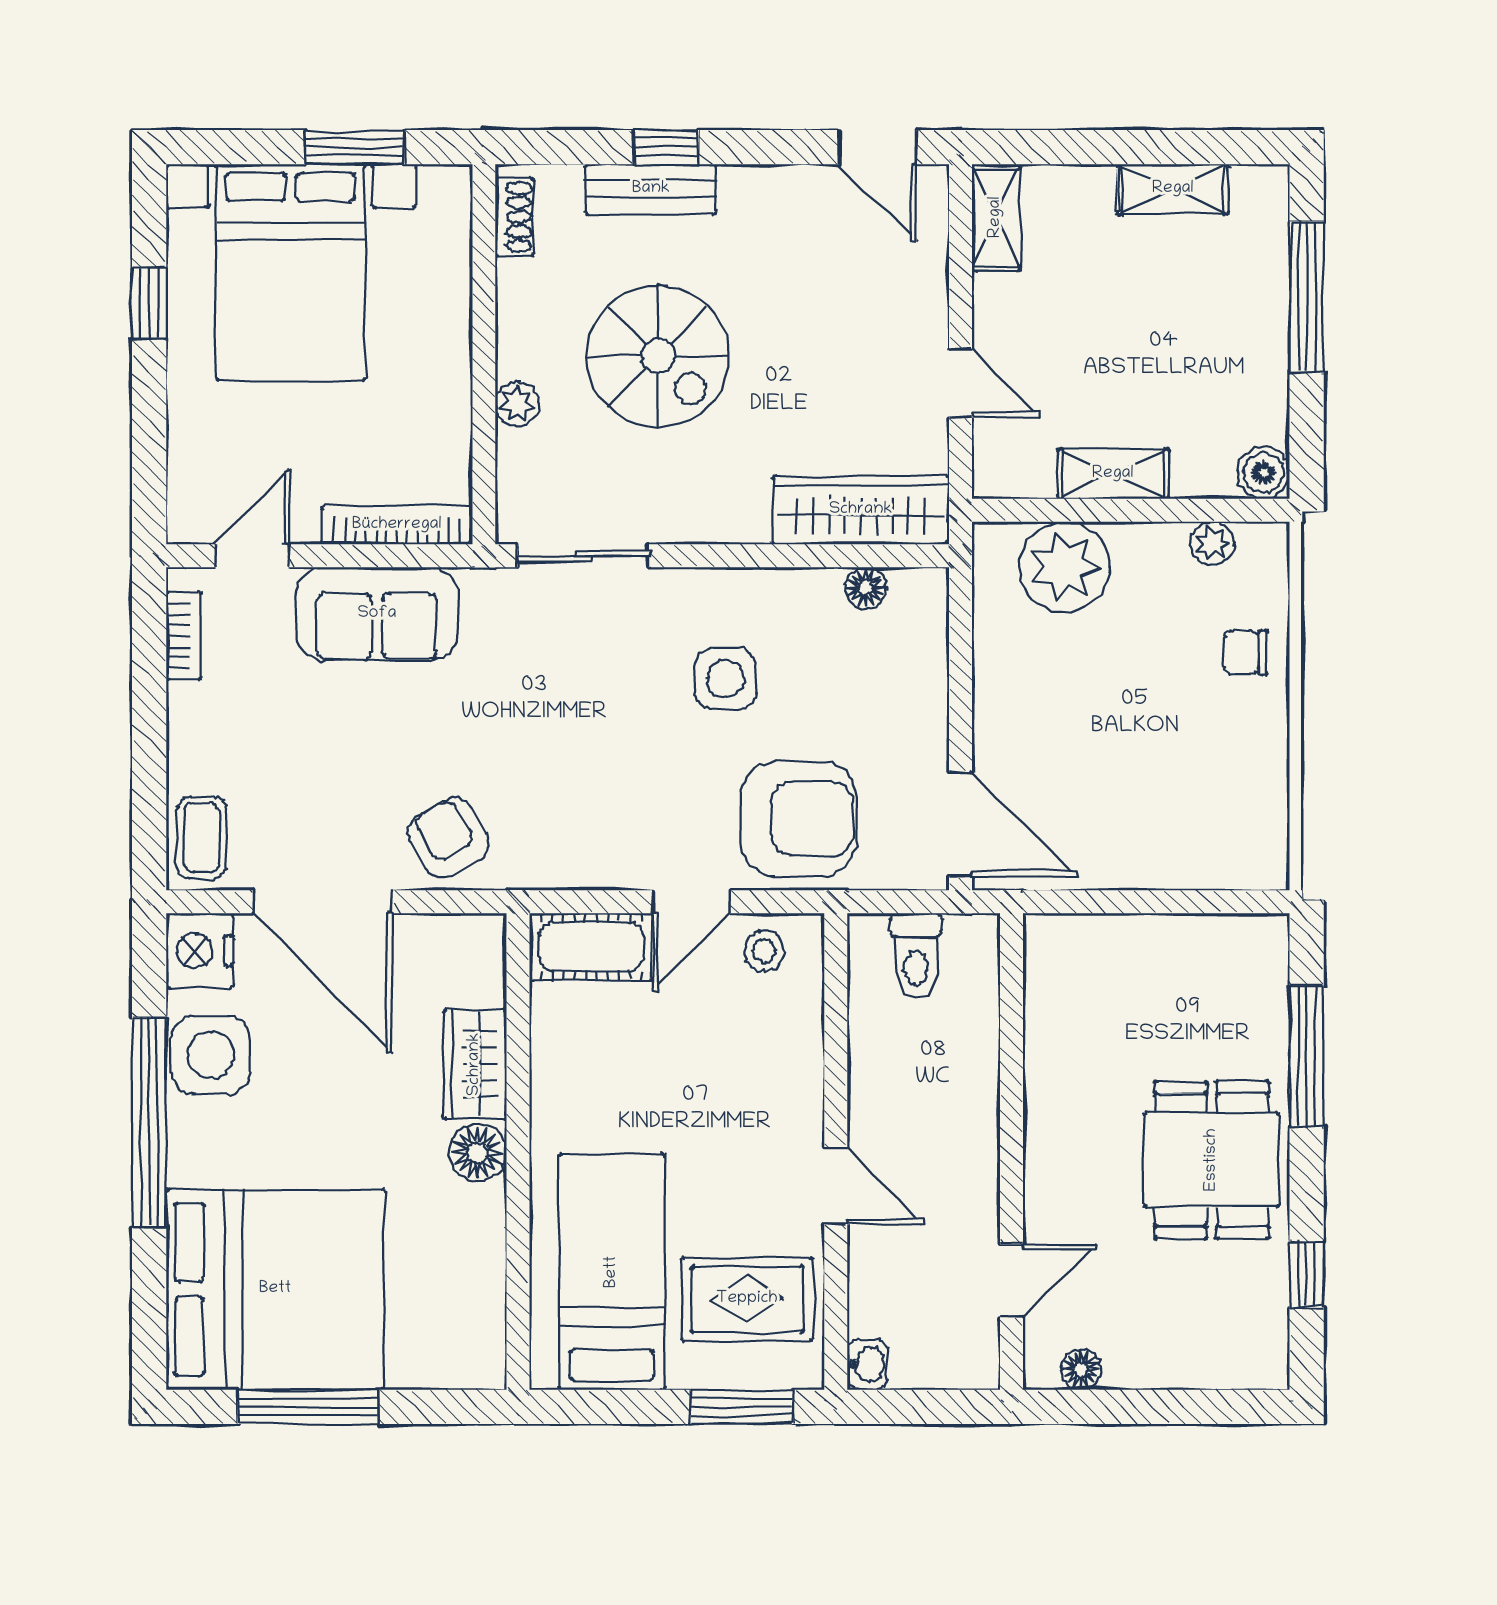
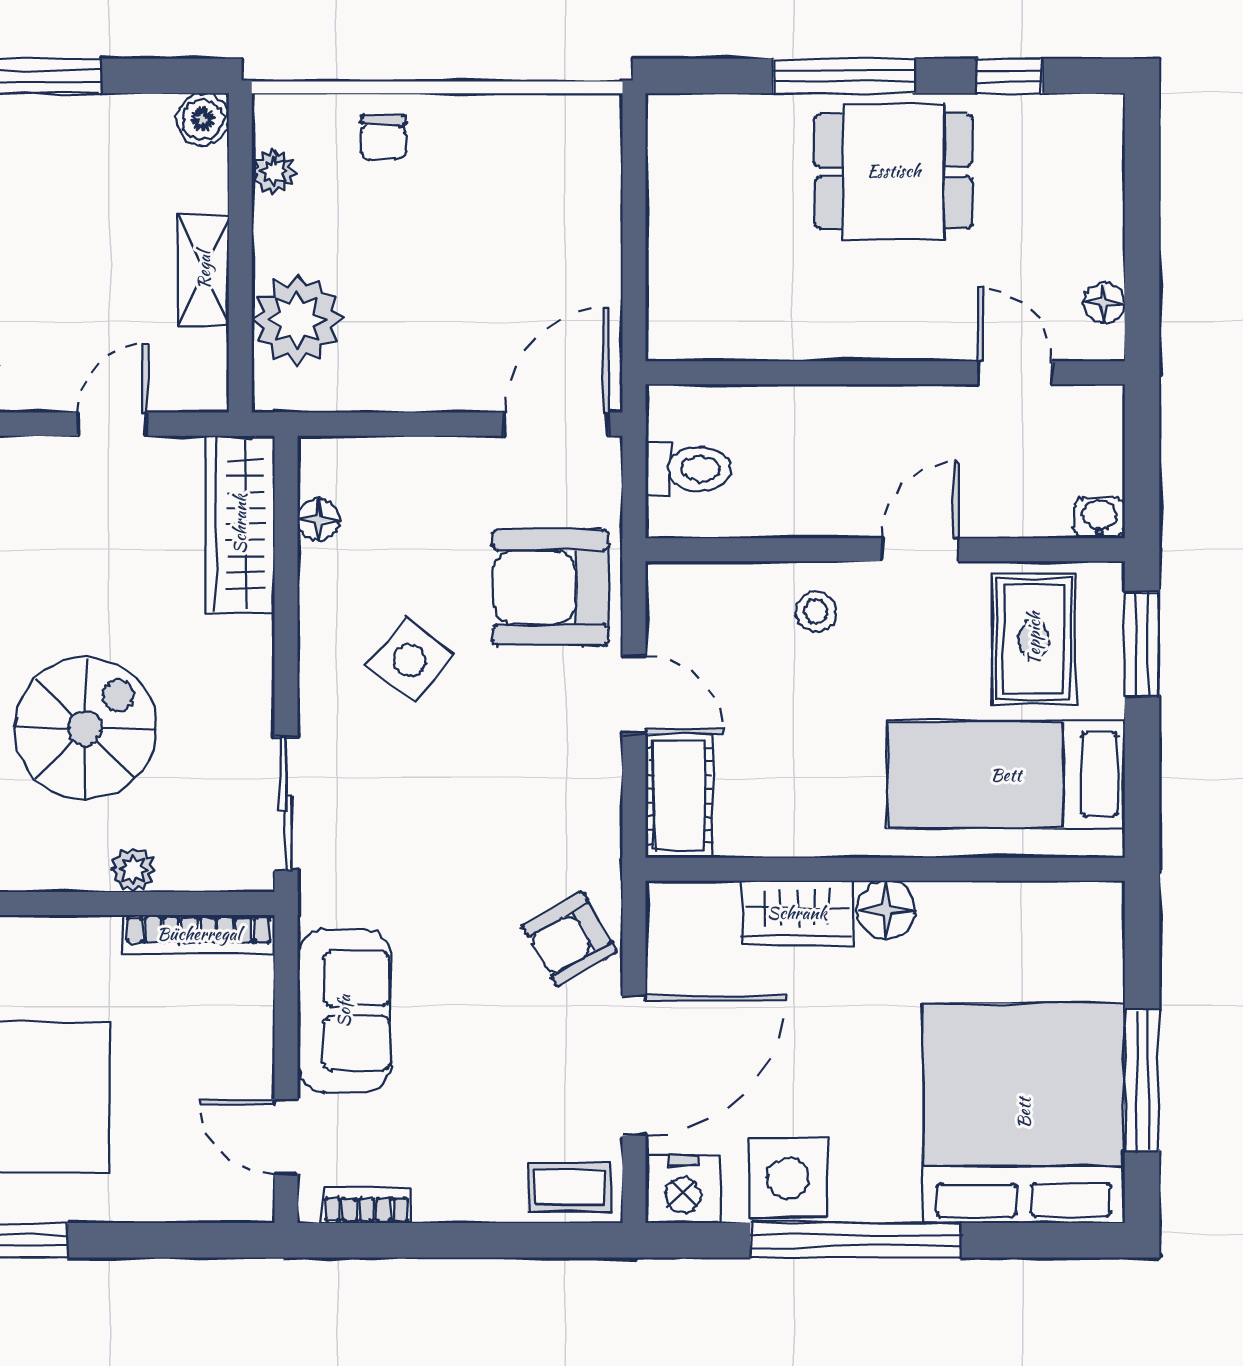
bookcase: (397, 525) -> (199, 934), moved, turned -90
side table: (726, 679) -> (410, 660), turned 38
armchair: (798, 819) -> (551, 587), turned -90
stool: (764, 951) -> (816, 612), moved
window: (1307, 1056) -> (844, 76), moved

